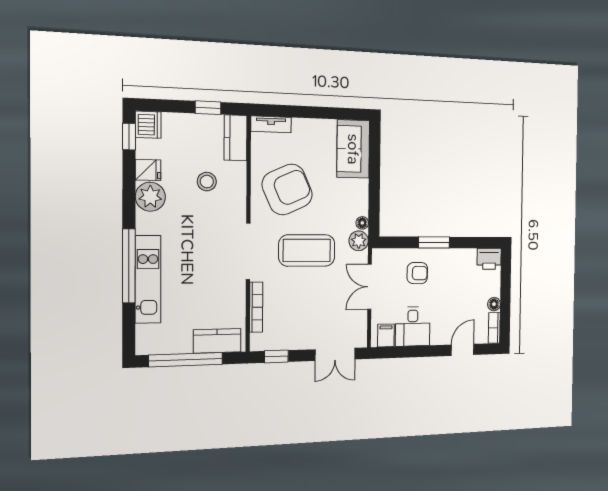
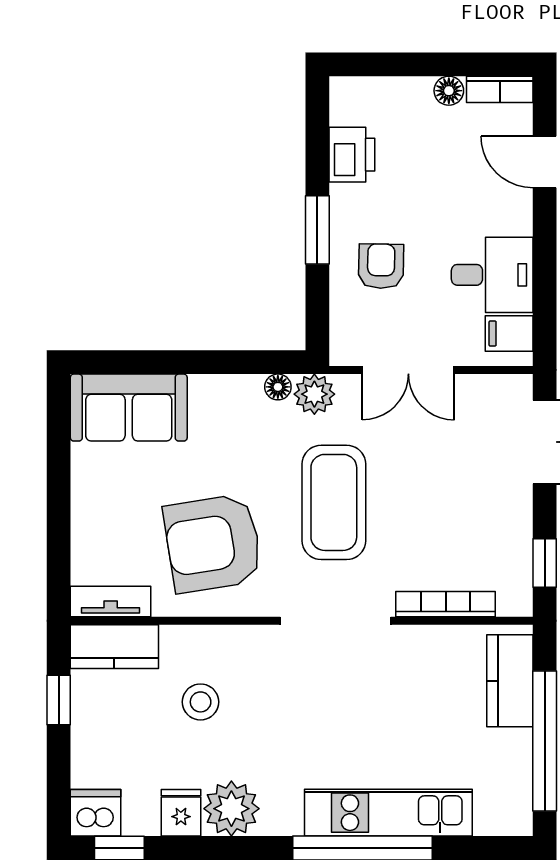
tv unit: (271, 124) -> (111, 601), moved, turned -90
armchair: (287, 189) -> (213, 543), turned -75
printer: (489, 259) -> (352, 155), moved

